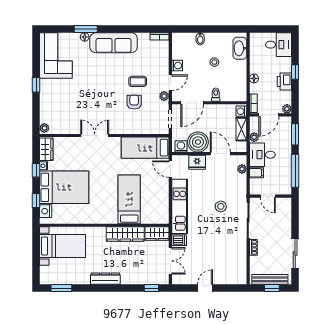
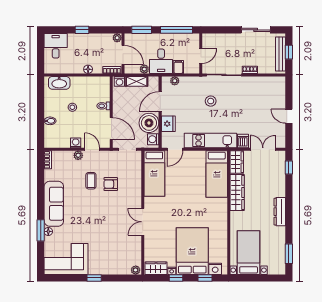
printer: (284, 81) -> (91, 40), removed
plant: (164, 96) -> (78, 155), moved
bed: (129, 199) -> (217, 174), moved, turned -90

